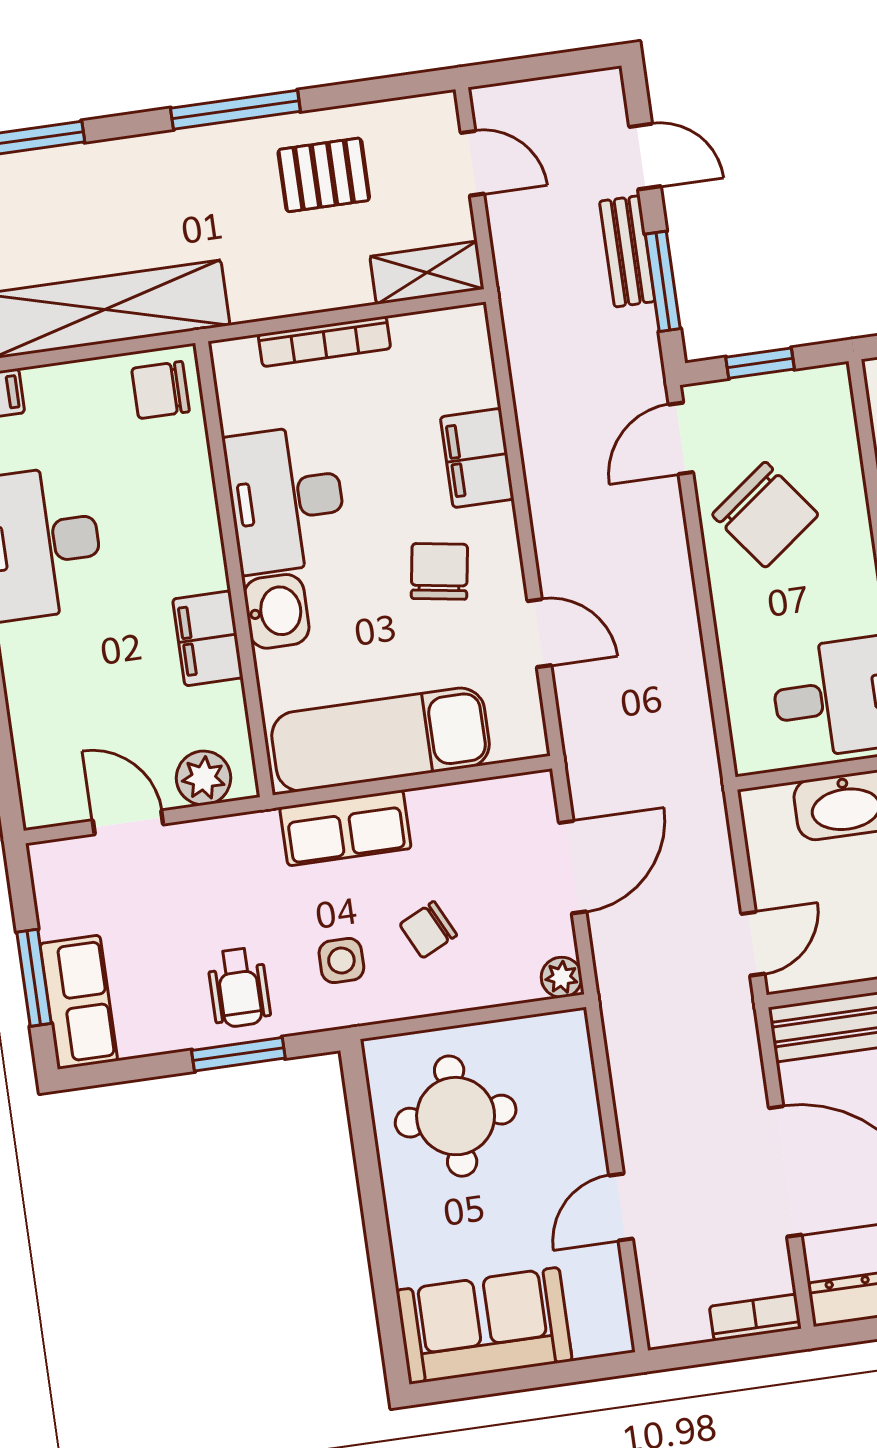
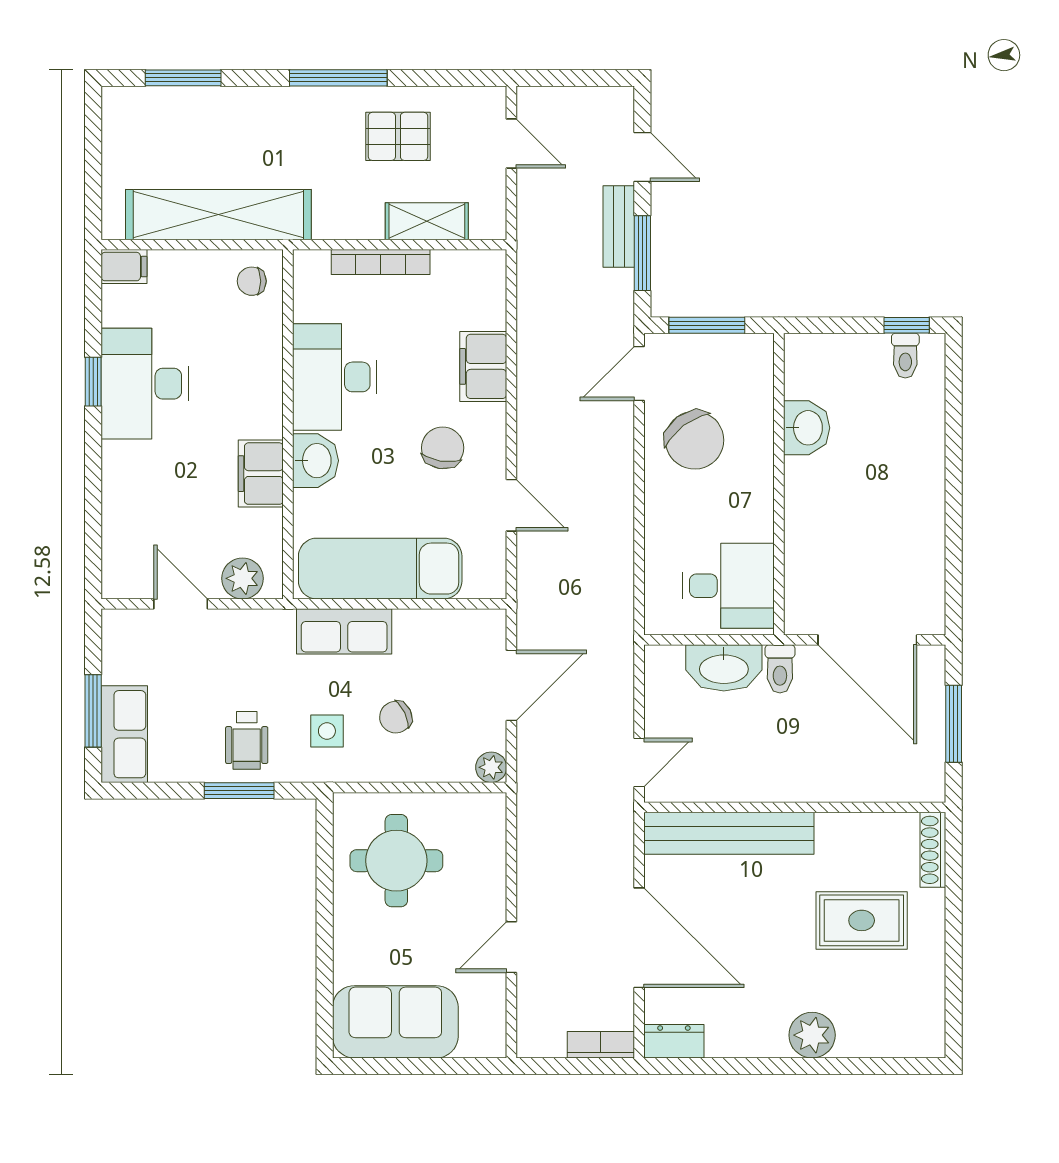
shelving: (427, 273) -> (427, 221), moved
window: (760, 363) -> (707, 325), width x1.50
chair: (161, 390) -> (252, 281), width x0.73, depth x0.73

